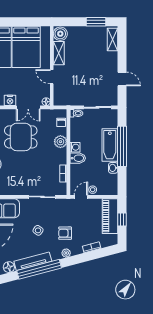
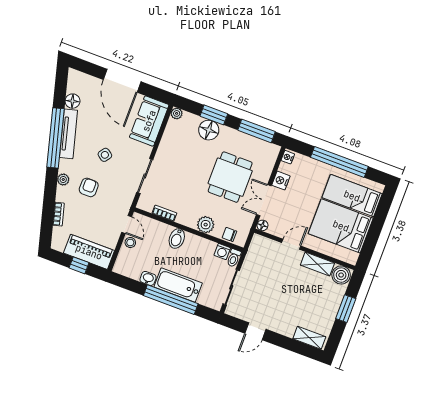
window: (96, 22) -> (346, 309), moved
washing machine: (75, 147) -> (222, 252), moved

